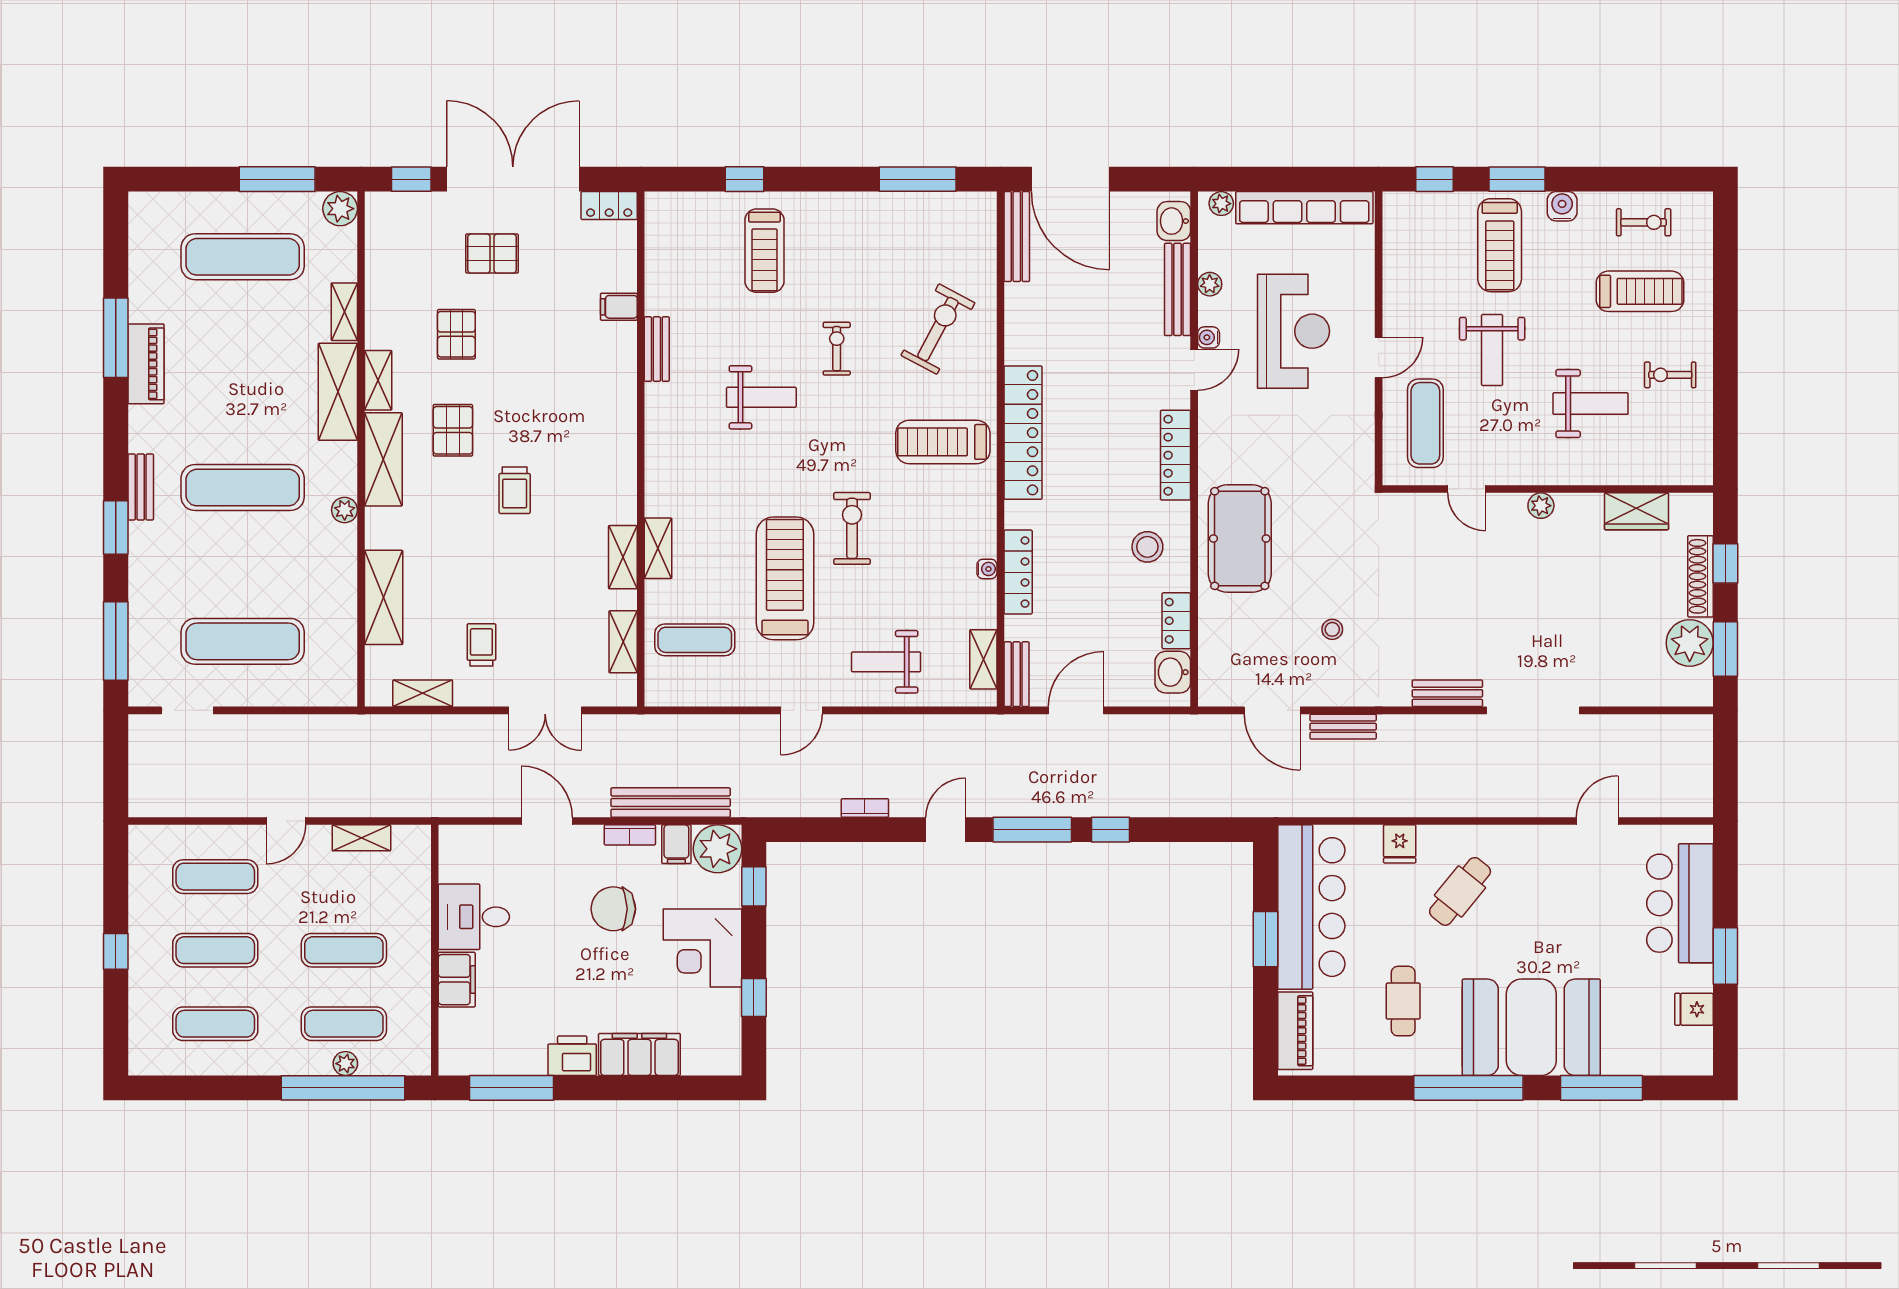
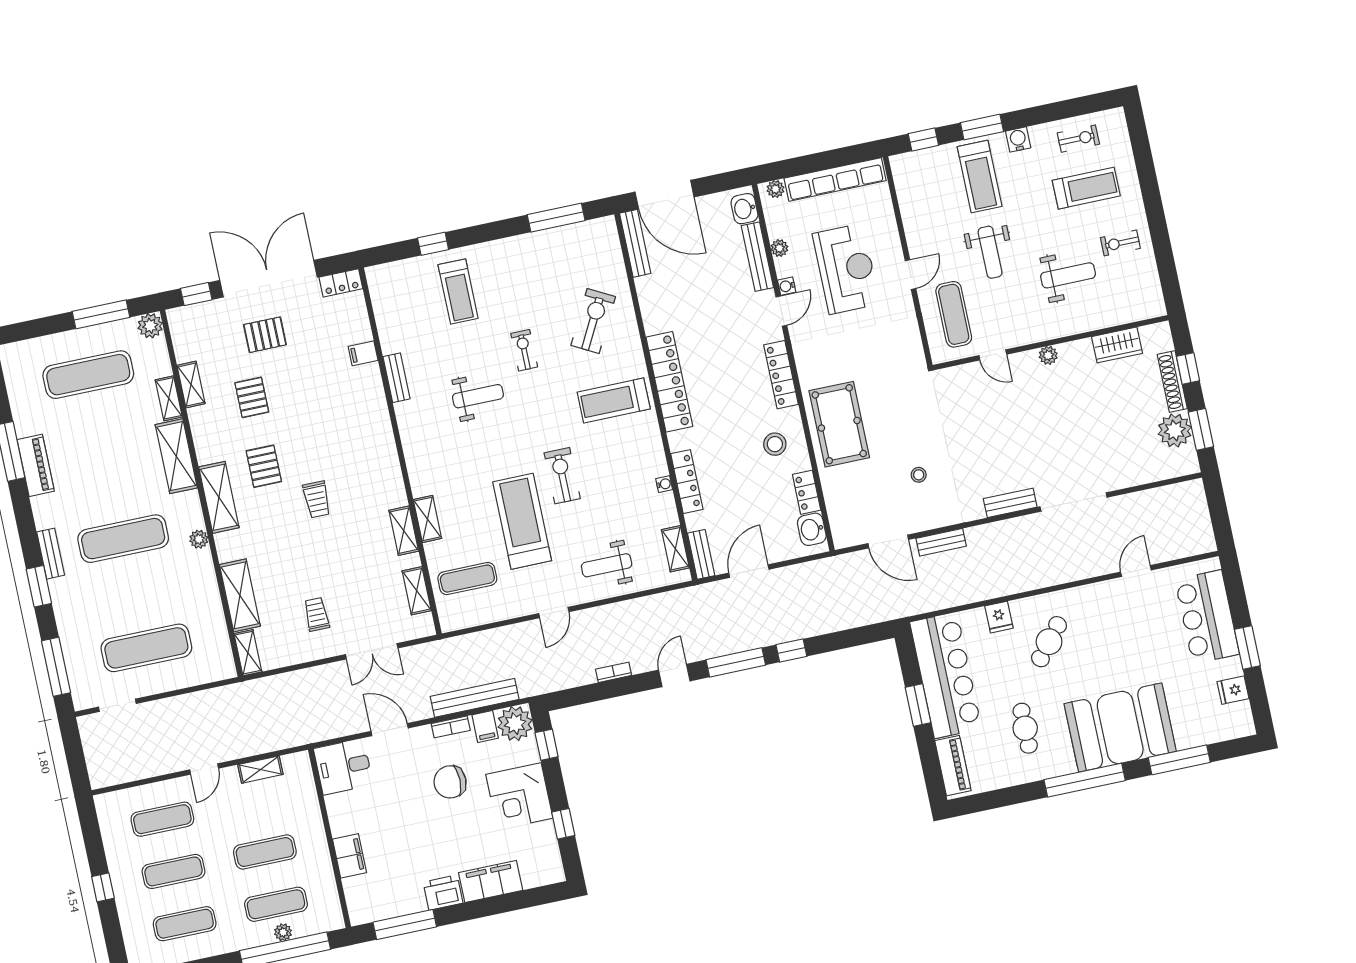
shelving: (378, 380) -> (191, 385), moved
shelving: (423, 693) -> (248, 653), moved, turned 90
desk: (474, 917) -> (343, 767), moved

